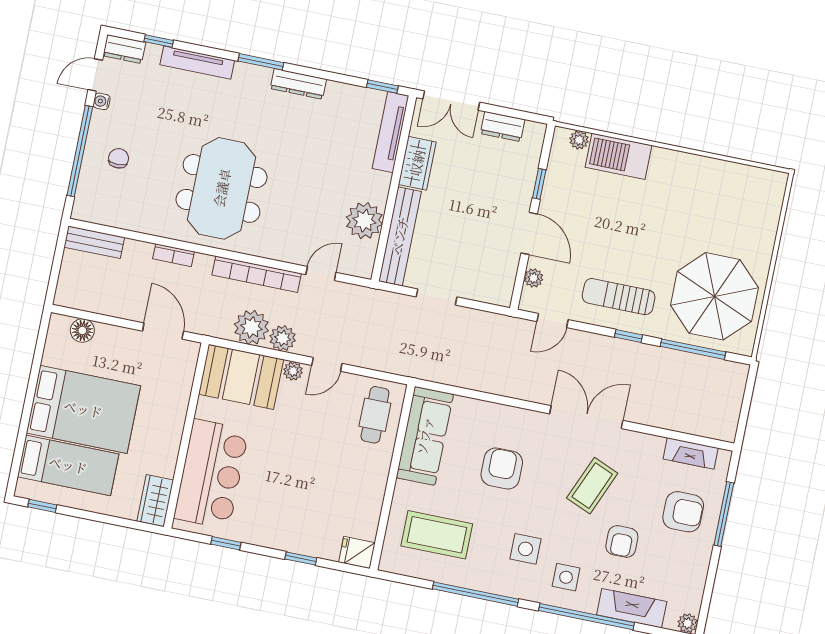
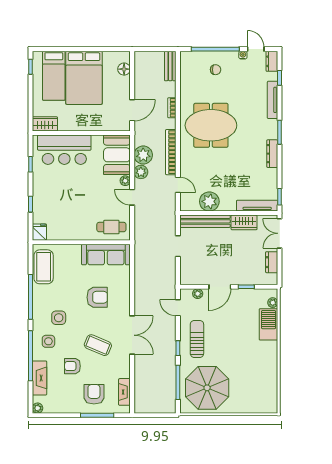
armchair: (683, 512) -> (94, 394), turned 180
coffee table: (437, 535) -> (44, 267), moved

